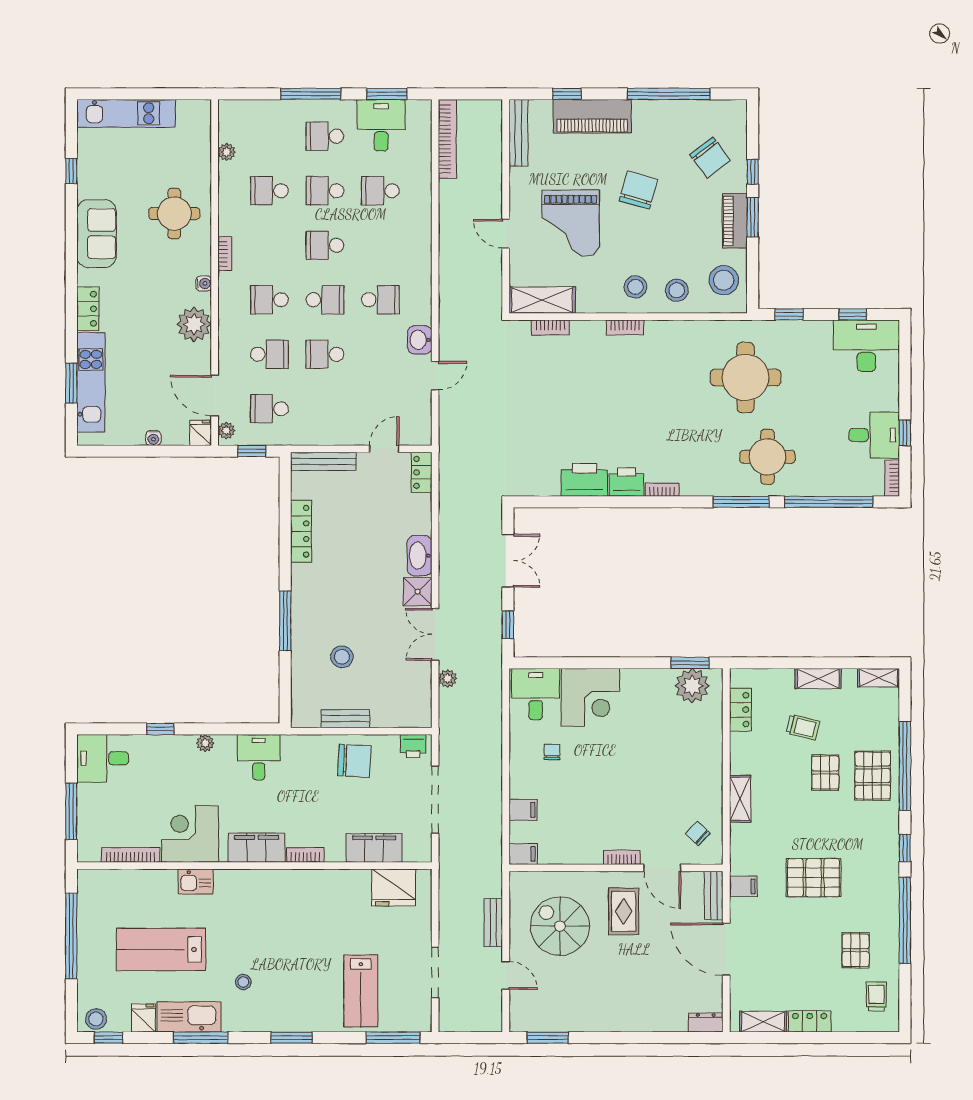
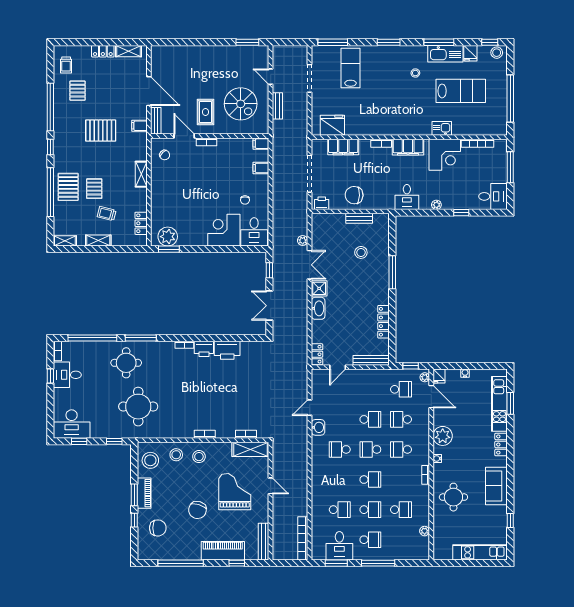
chair: (710, 158) -> (158, 528), turned 127
school desk: (269, 300) -> (401, 449), turned 180
dresser: (706, 1023) -> (160, 51), removed

